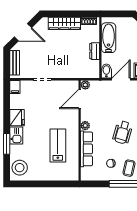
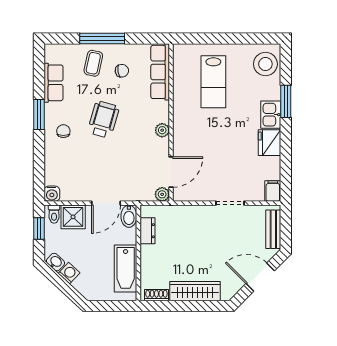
dresser: (95, 51) -> (148, 231), moved
lab bench: (58, 145) -> (213, 82), moved
row of seats: (87, 149) -> (160, 72), moved

